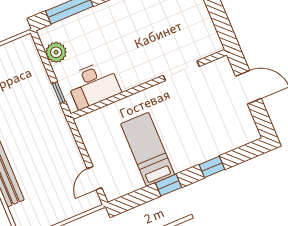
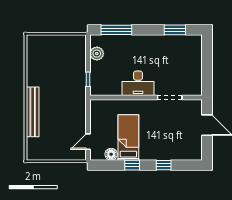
desk: (93, 85) -> (138, 83), moved
floor lamp: (134, 182) -> (111, 154), added

